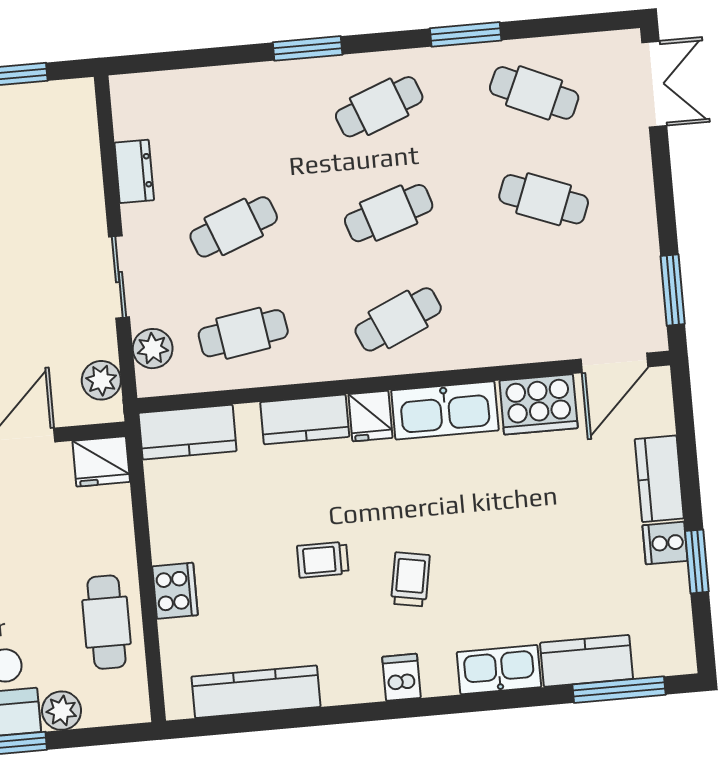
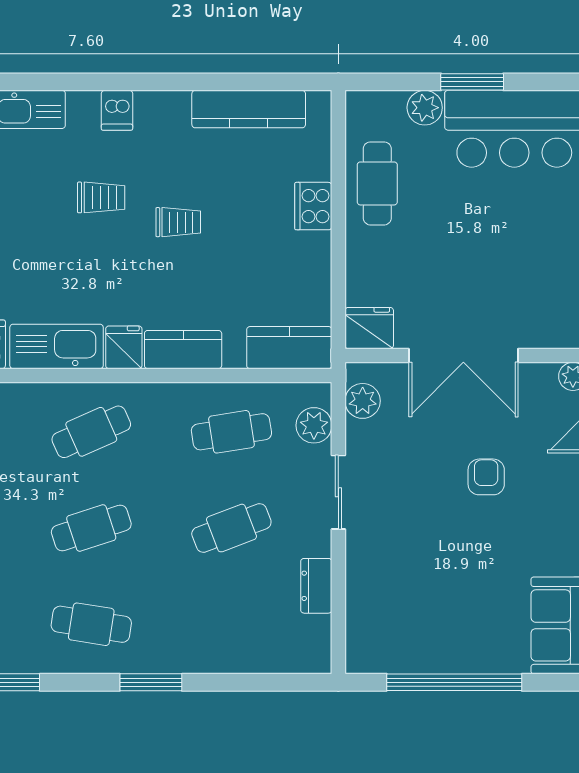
cafe table: (379, 107) -> (91, 624), turned 30
trolley: (410, 579) -> (101, 197), turned -100

